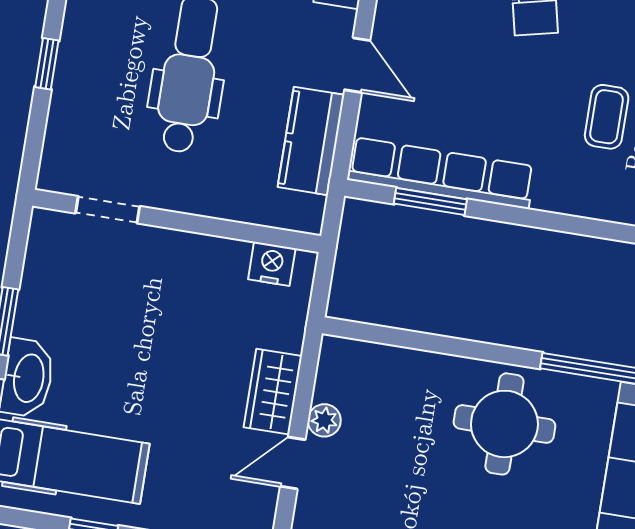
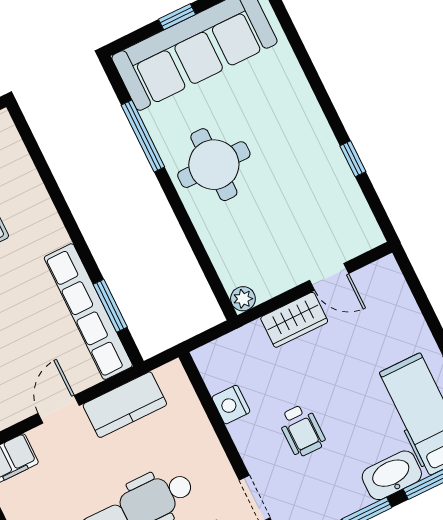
nightstand: (272, 264) -> (231, 405), moved
wheelchair: (146, 314) -> (302, 430), added
plant: (324, 420) -> (243, 299), moved

